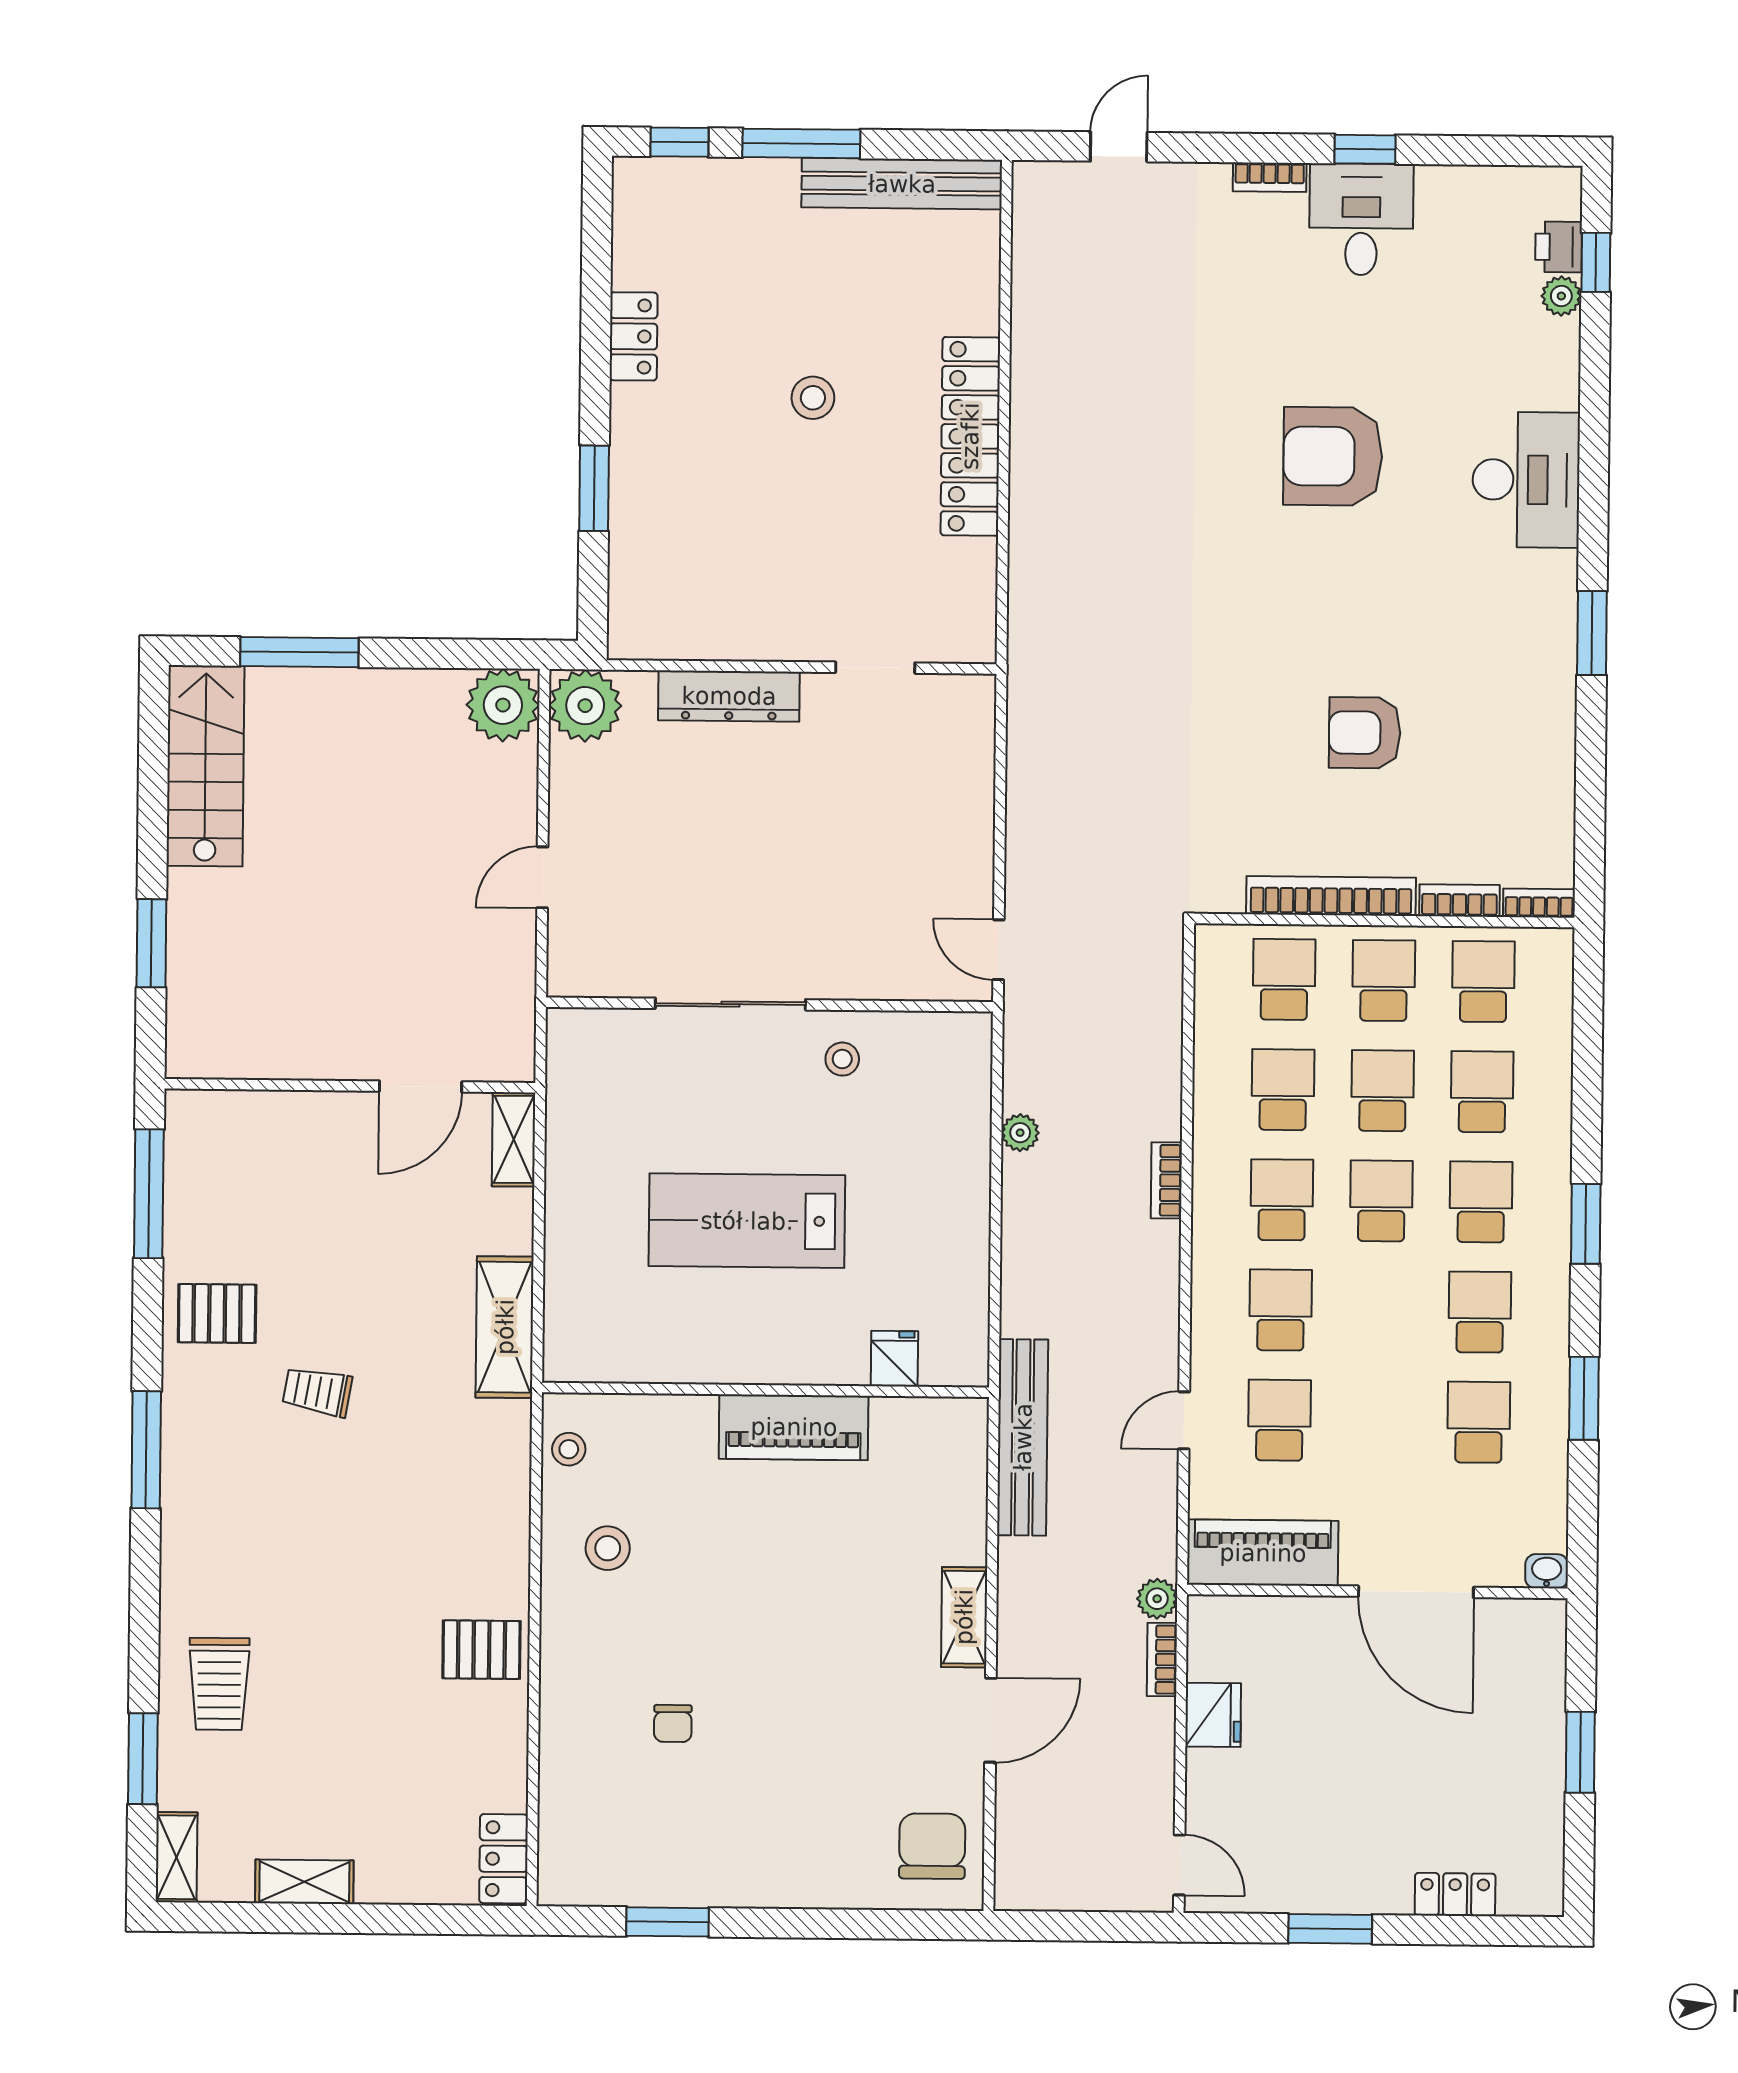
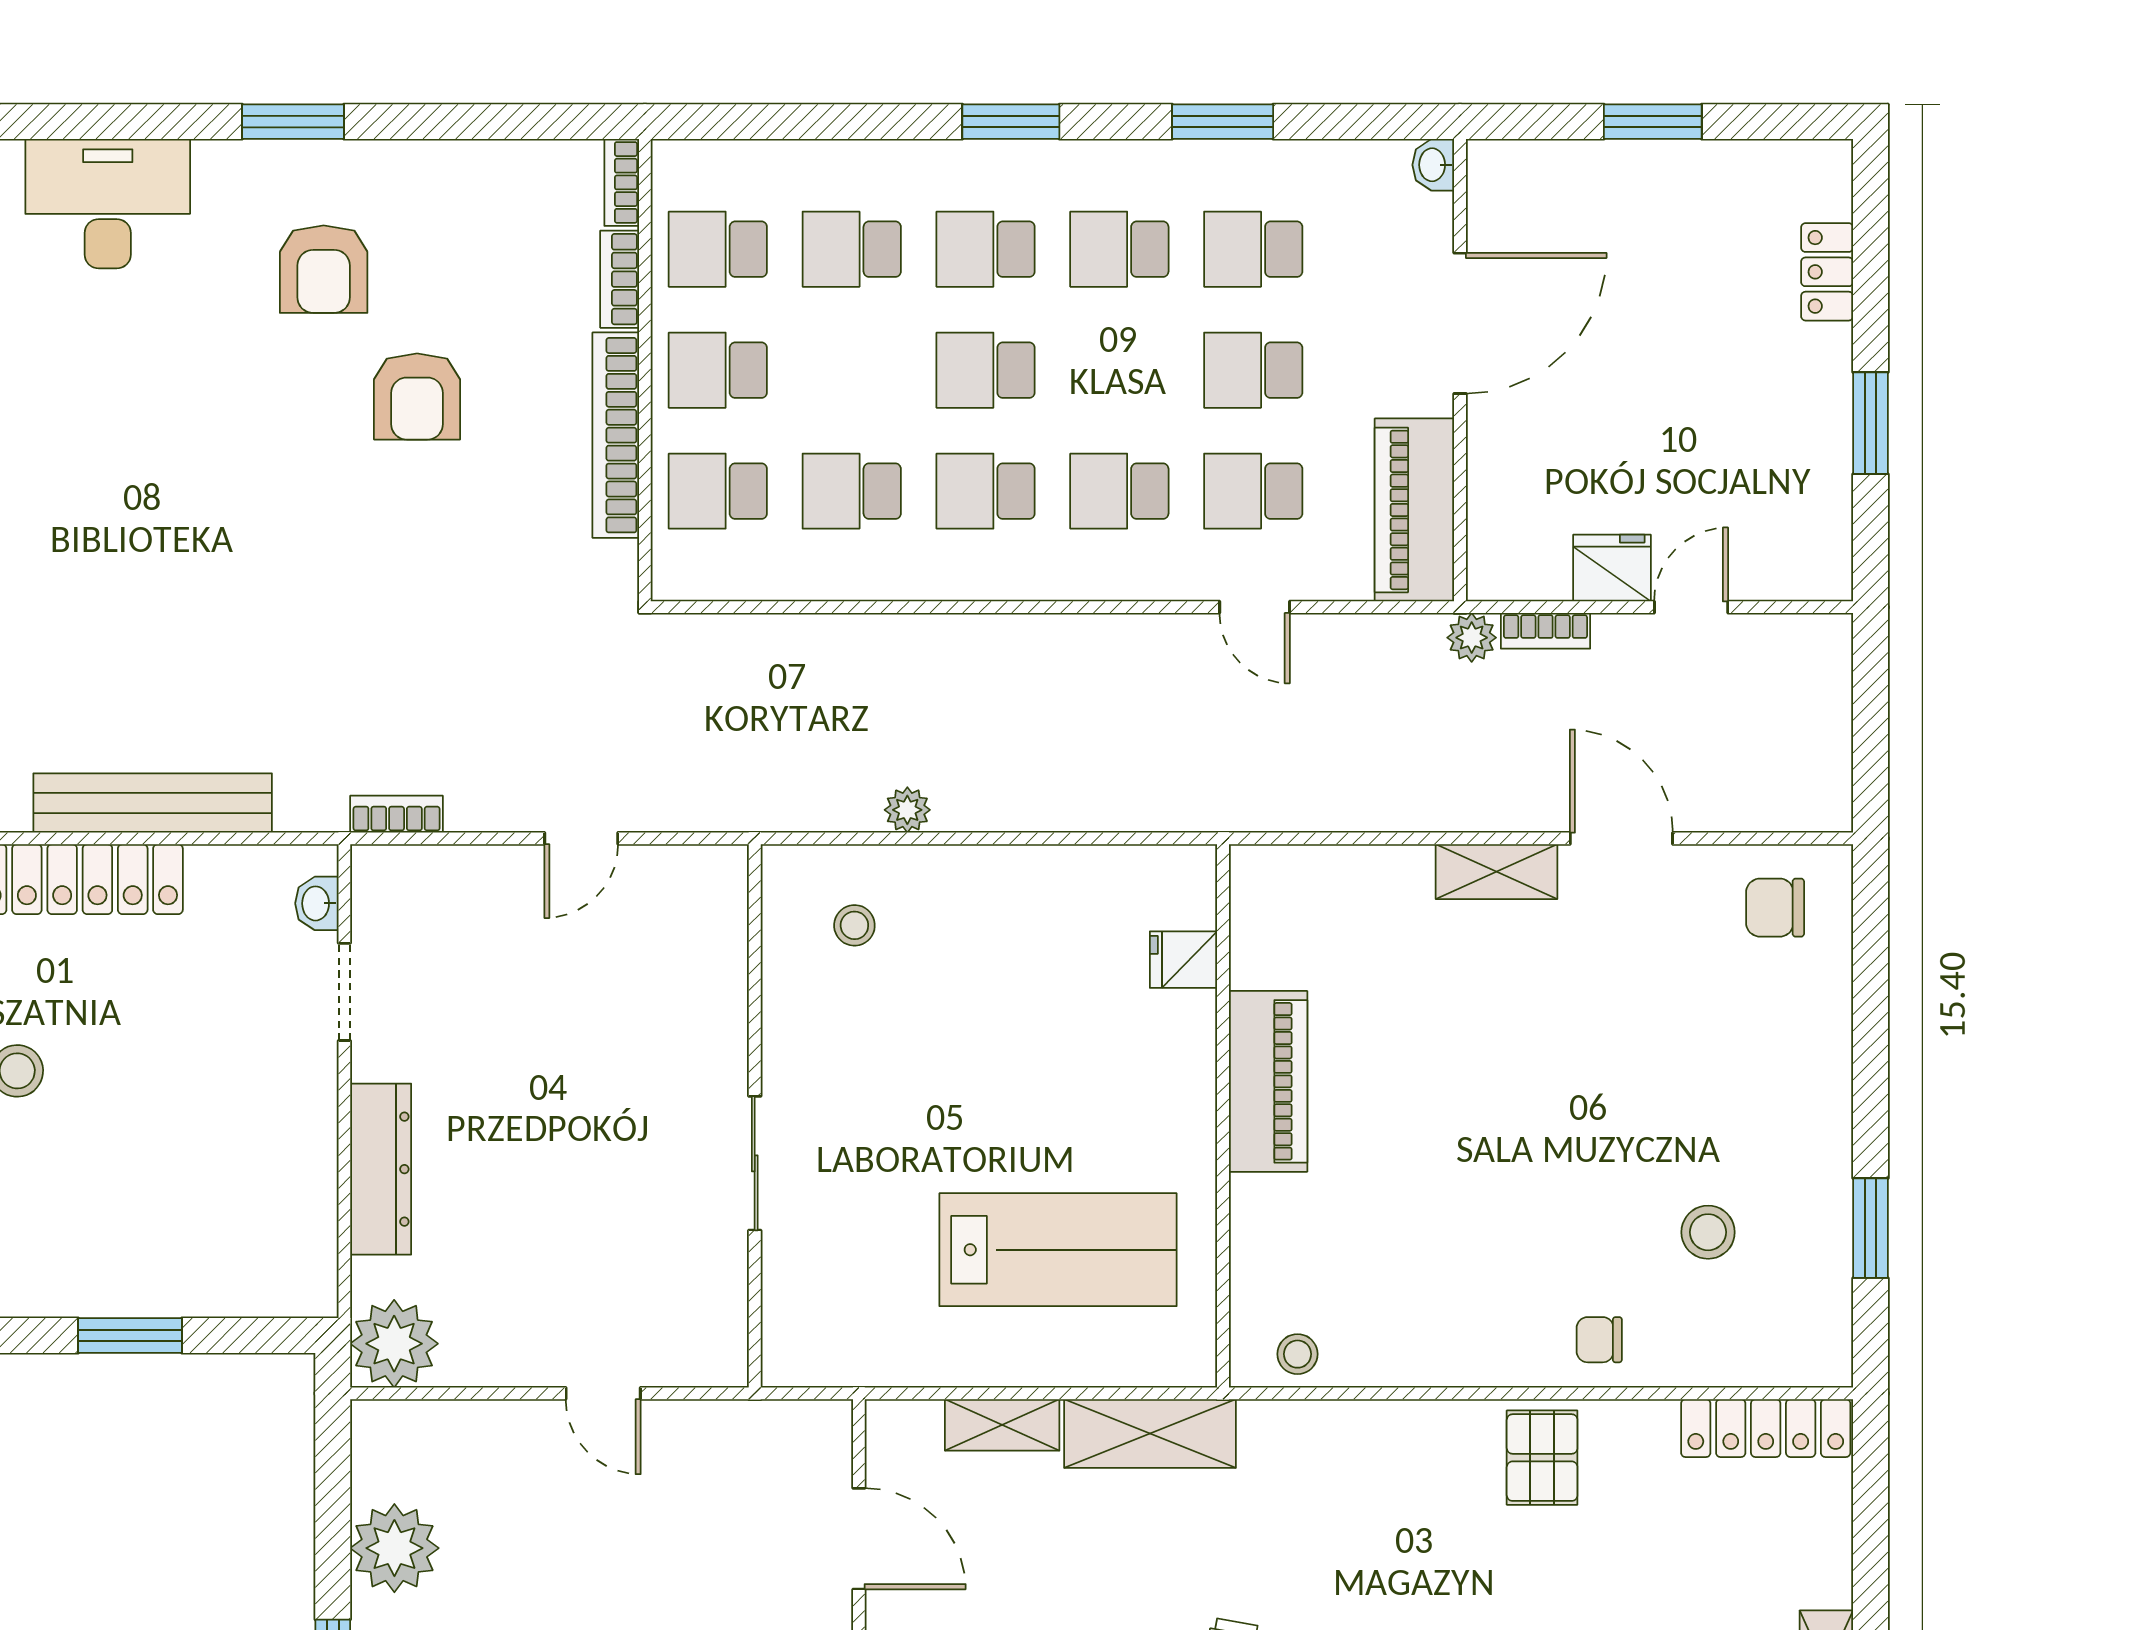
armchair: (1333, 456) -> (324, 269), moved, width x0.73, depth x0.73
washbasin: (948, 646) -> (317, 903), added
plant: (503, 705) -> (394, 1548), moved
door: (999, 950) -> (581, 838), moved
sliding door: (730, 1004) -> (755, 1163), width x0.73
stool: (842, 1059) -> (854, 925), moved
school desk: (1383, 1091) -> (1253, 370), moved
shelving: (514, 1139) -> (1002, 1425), moved
bookcase: (1166, 1180) -> (397, 814), moved, turned 180
lab bench: (747, 1221) -> (1058, 1250), moved, turned -90
bench: (1023, 1437) -> (153, 803), moved
stool: (608, 1548) -> (1708, 1232), moved
chair: (673, 1723) -> (1599, 1340), moved, turned 180
chair: (932, 1846) -> (1775, 908), width x0.73, depth x0.73
locker: (504, 1859) -> (1766, 1428), width x1.53
door: (1179, 1865) -> (1691, 607), moved

